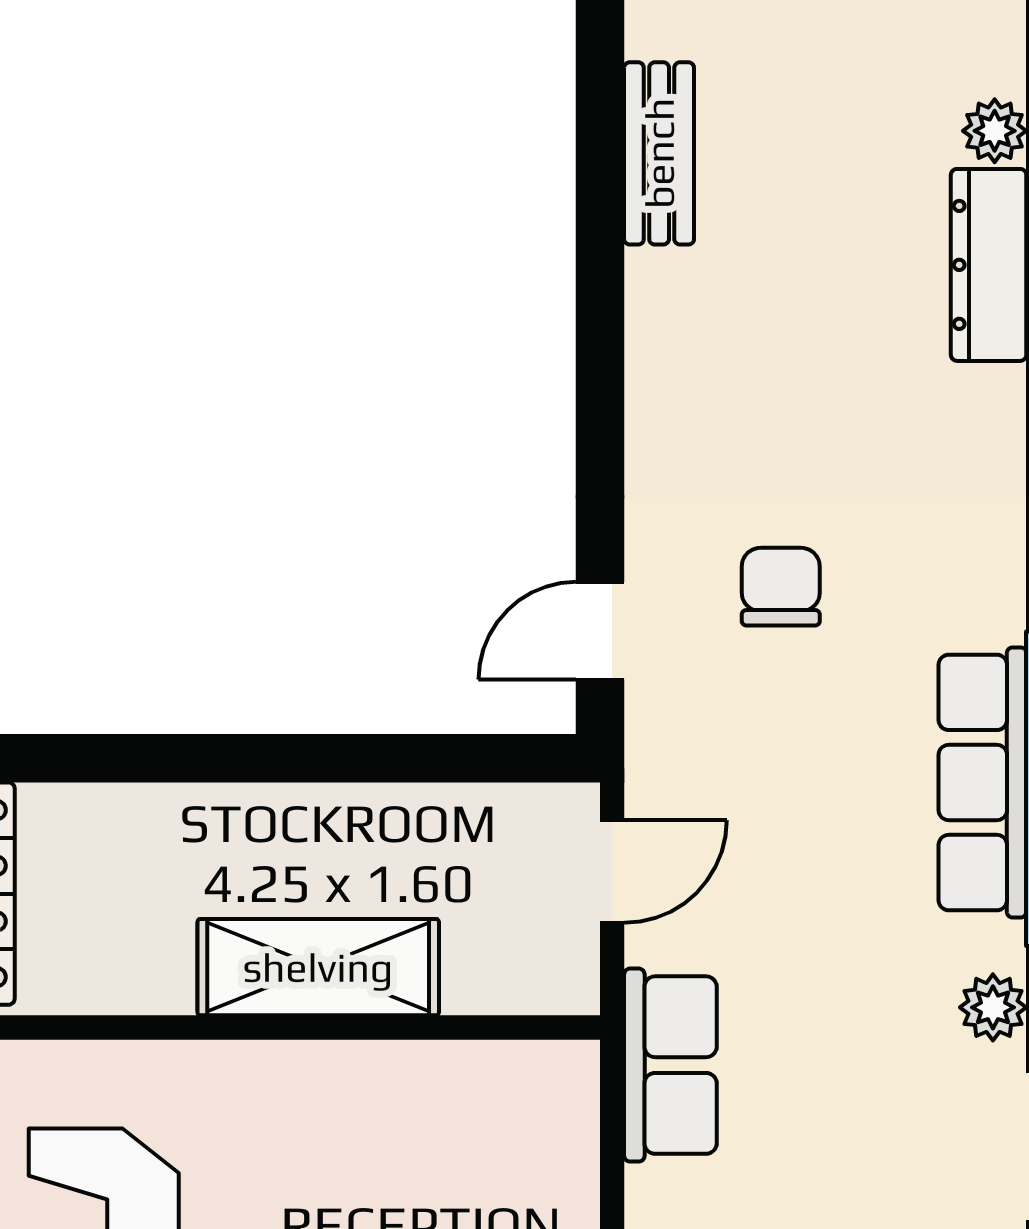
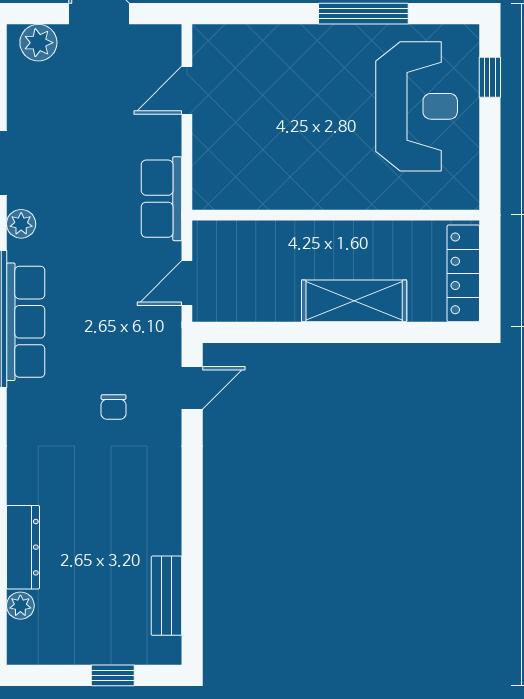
chair: (781, 587) -> (114, 407), width x0.73, depth x0.73
shelving: (318, 967) -> (354, 301), moved

